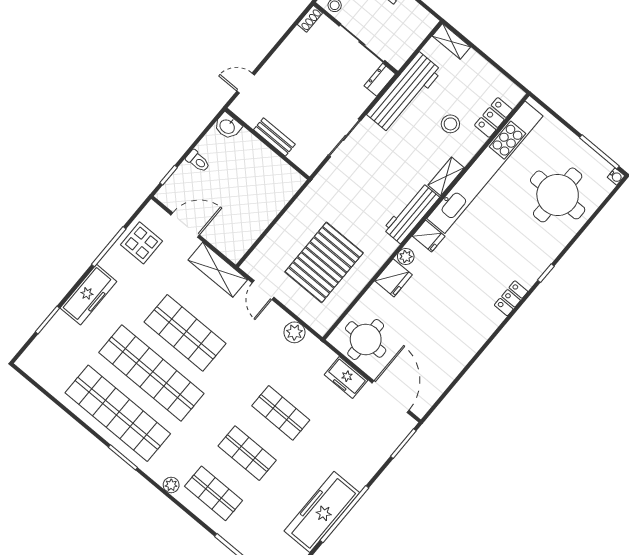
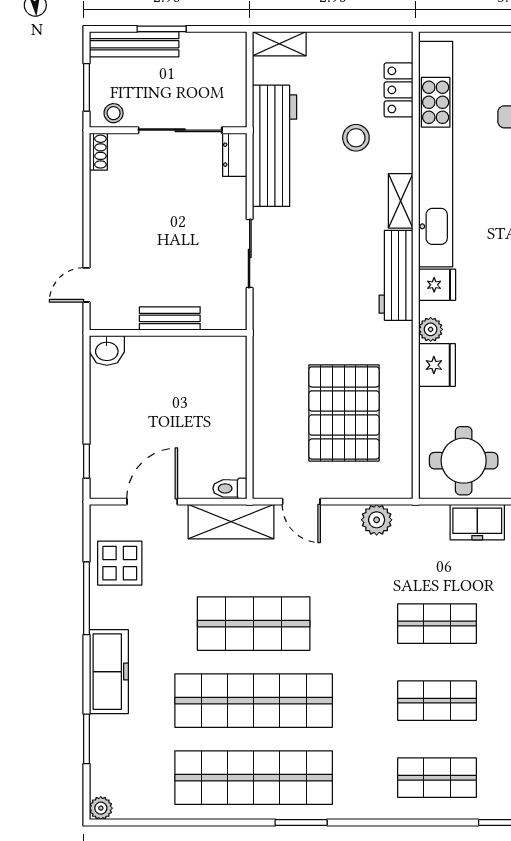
toilet: (198, 161) -> (230, 488), moved, turned 180
plant: (171, 485) -> (101, 808), moved

